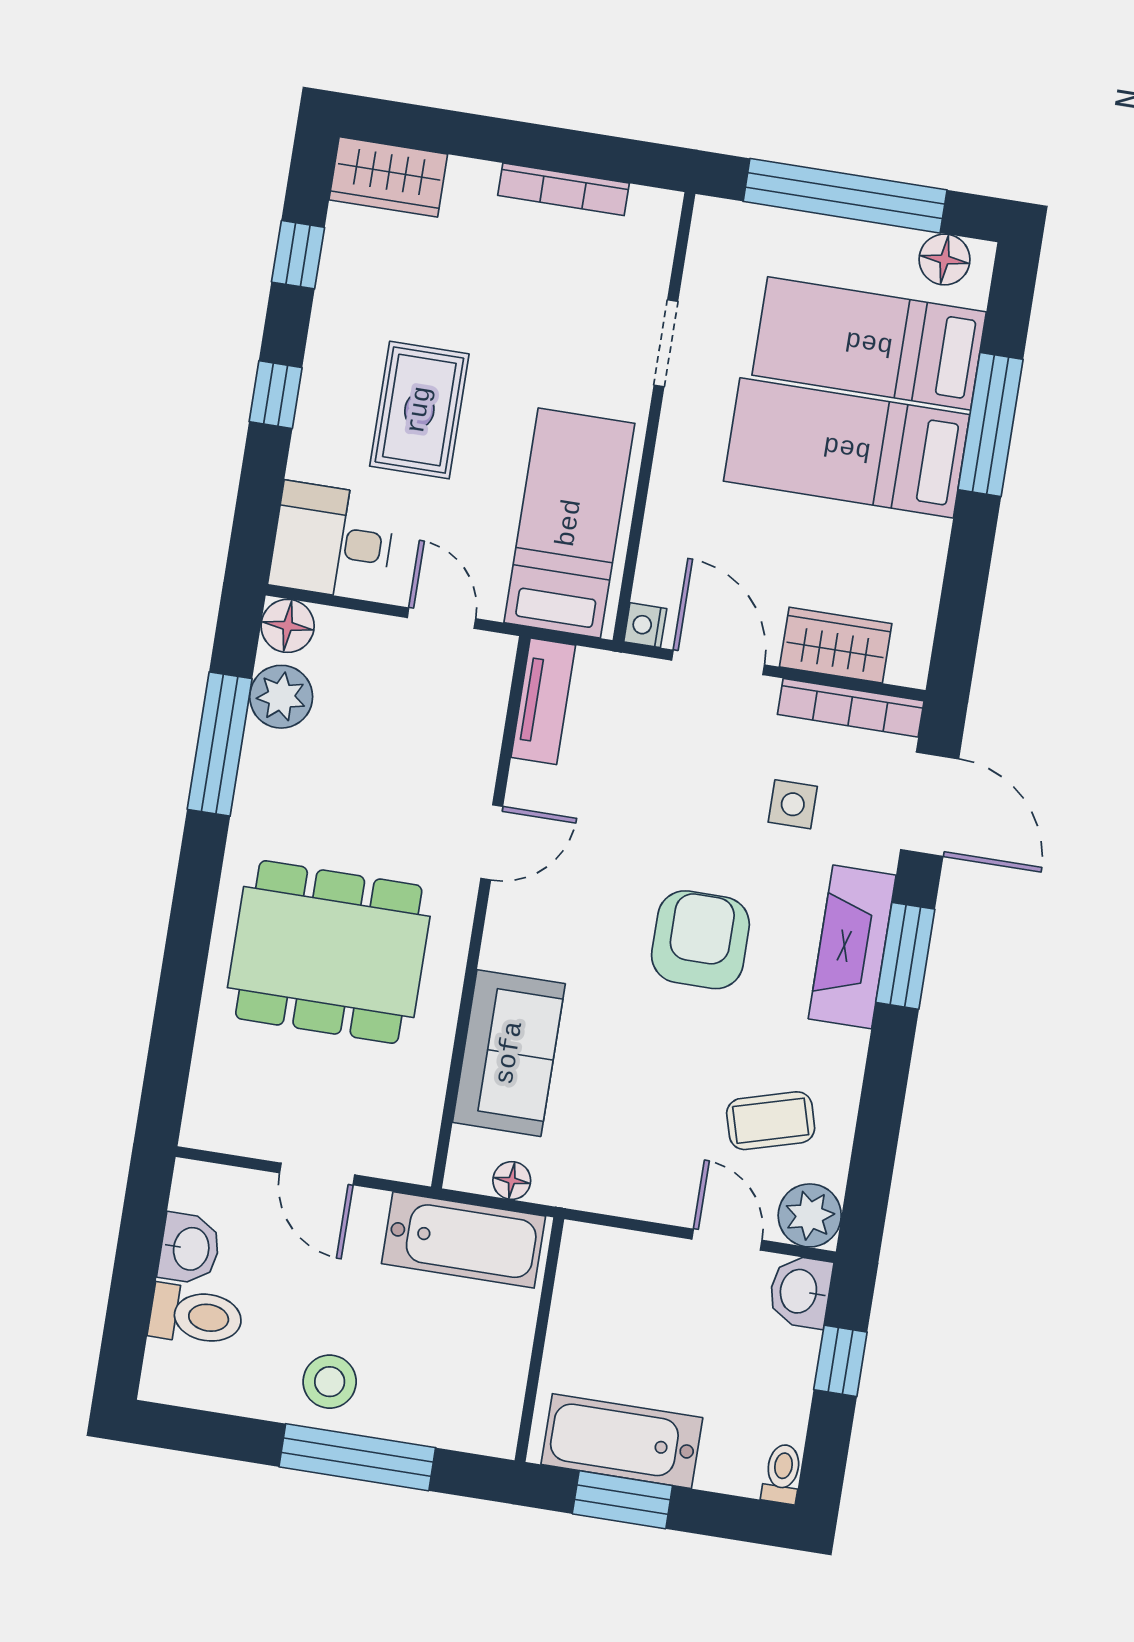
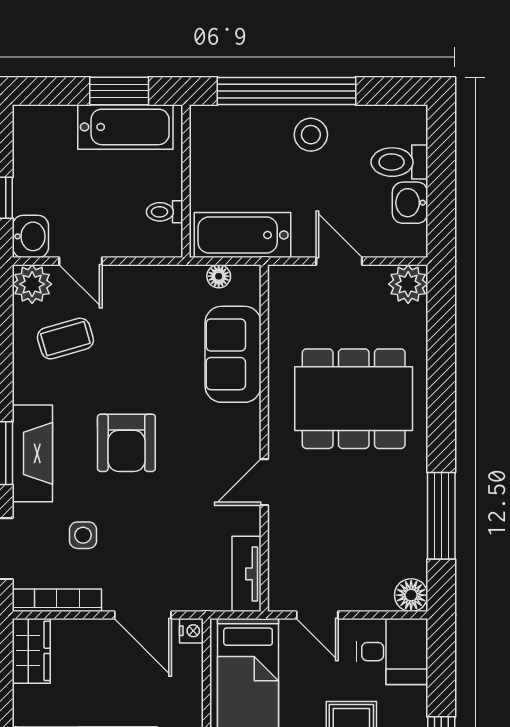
wardrobe: (836, 645) -> (31, 651), moved, turned -90
plant: (281, 697) -> (408, 284), moved
window: (357, 1457) -> (286, 91), width x1.46
toilet: (782, 1474) -> (165, 212), moved, turned 90

